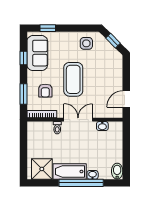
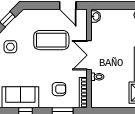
coffee table: (73, 79) -> (51, 40), moved
washbasin: (102, 126) -> (96, 16), moved

